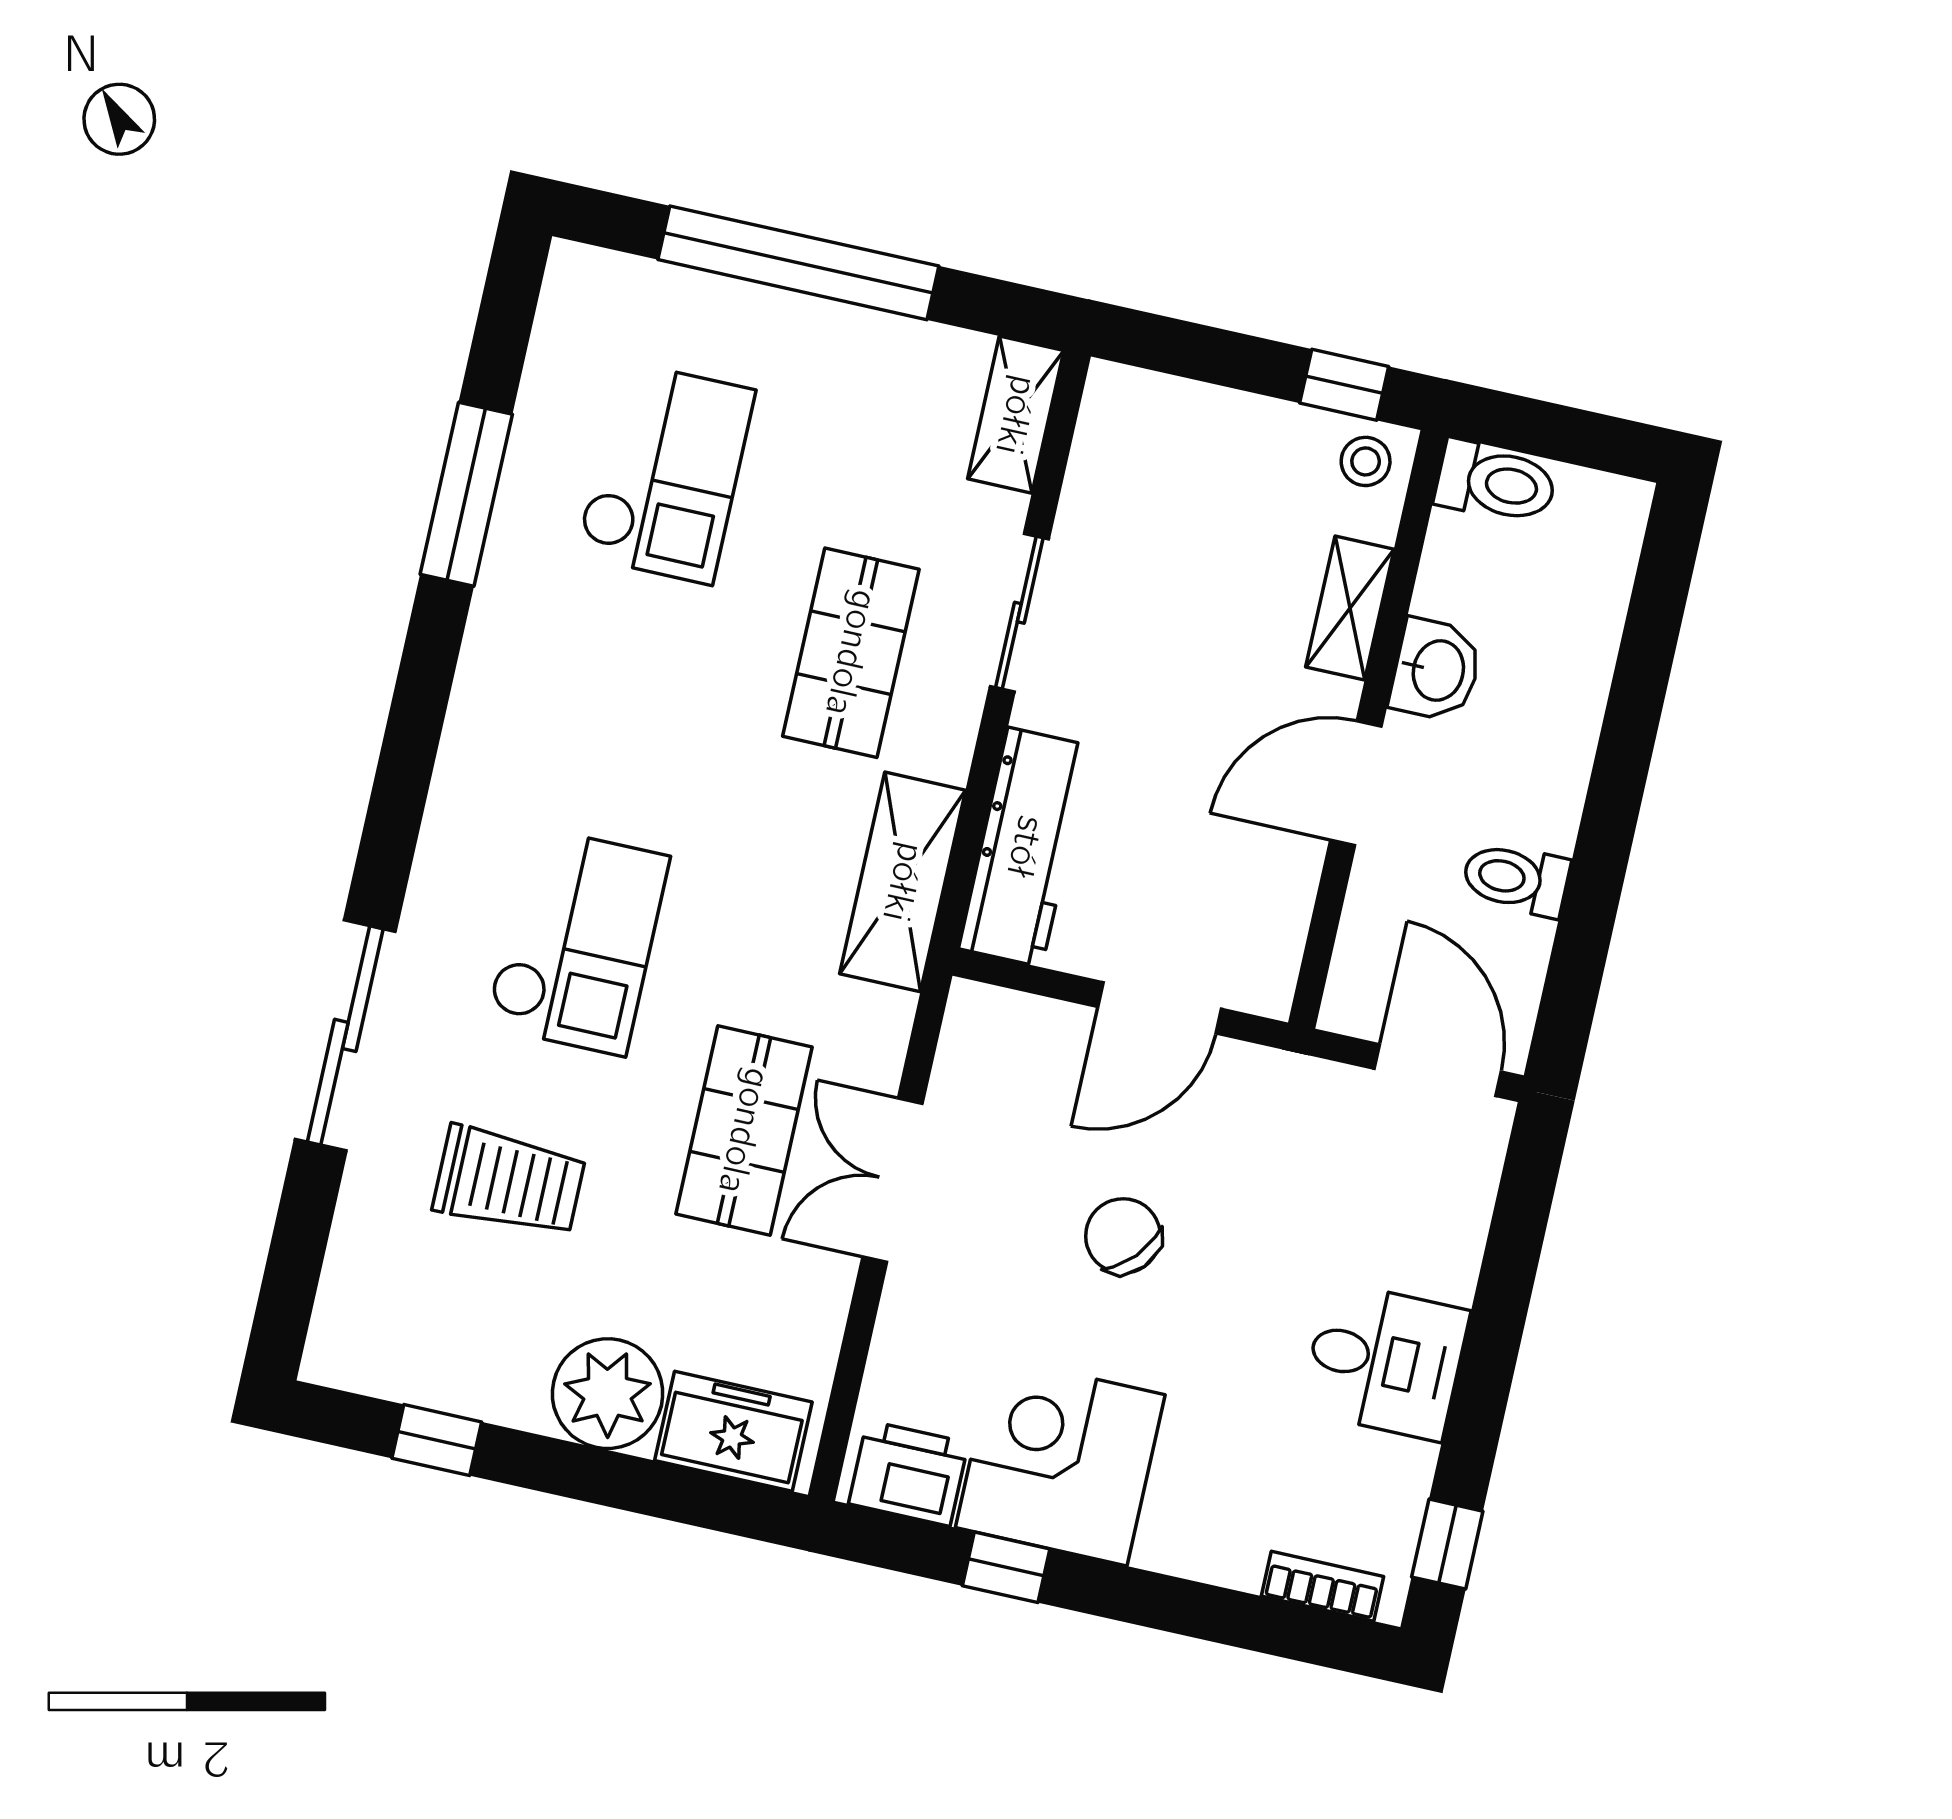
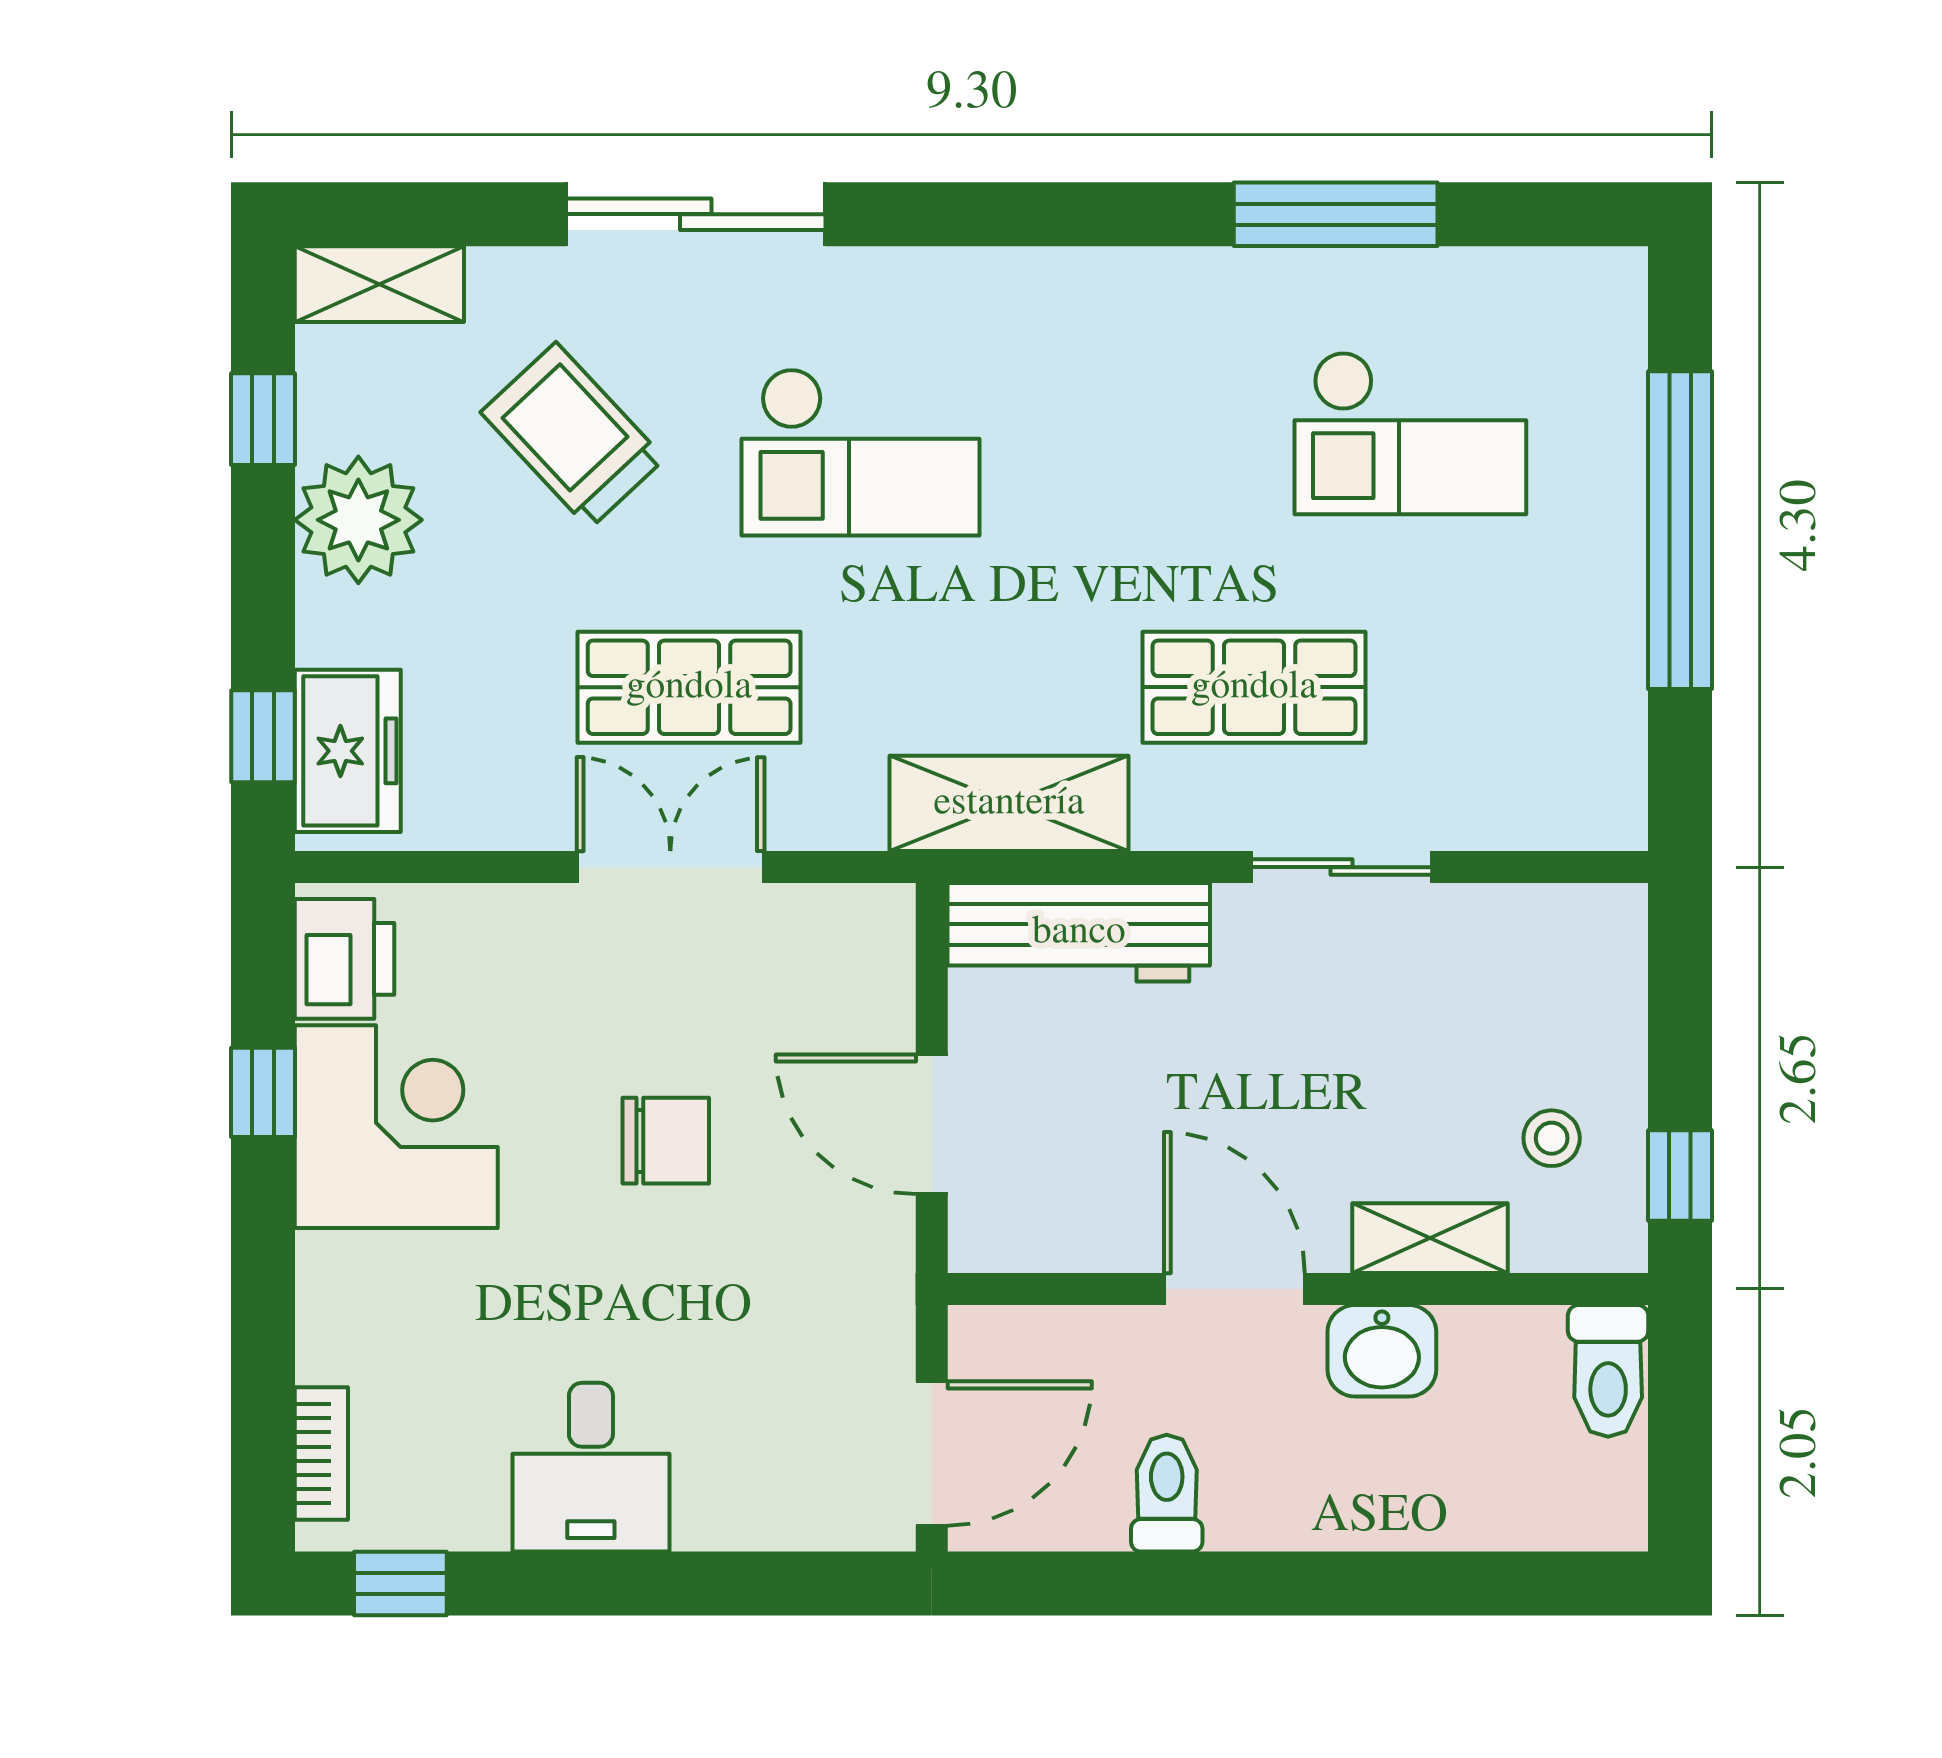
shelving: (1016, 415) -> (379, 284), moved
stool: (1366, 461) -> (1552, 1138), moved
trolley: (509, 1181) -> (573, 436), turned 137
chair: (1123, 1236) -> (666, 1141), turned 48
plant: (608, 1394) -> (358, 520), moved
window: (705, 1500) -> (263, 736), added

